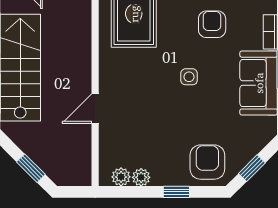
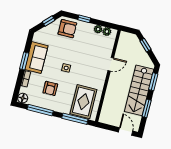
armchair: (207, 162) -> (67, 29), turned -90

